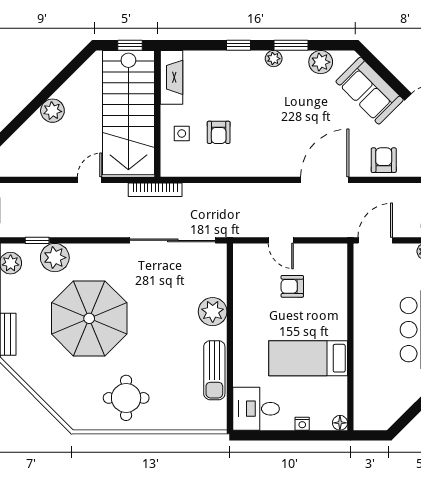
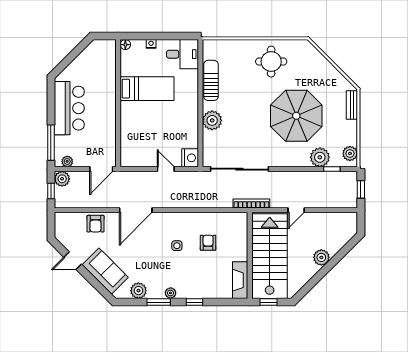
side table: (182, 133) -> (177, 246), moved
nightstand: (245, 257) -> (190, 158), added
armchair: (292, 286) -> (158, 138), removed

